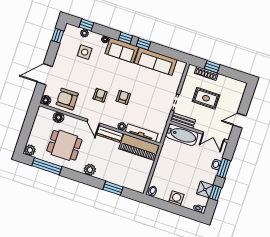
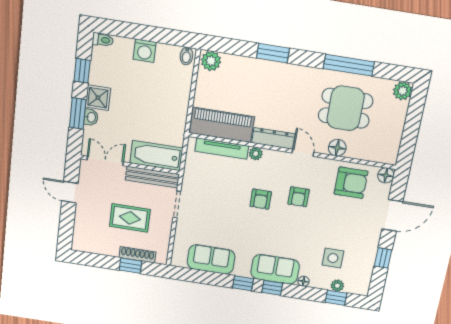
window: (58, 36) -> (383, 258), moved
sofa: (156, 61) -> (211, 259), width x0.73
floor lamp: (59, 117) -> (337, 148), moved
bench: (183, 121) -> (152, 177), width x1.36
door: (240, 121) -> (70, 192), swing flipped
window: (47, 166) -> (349, 65), moved
plant: (90, 170) -> (211, 61), moved
window: (113, 188) -> (273, 53), moved
shower: (205, 190) -> (98, 98), moved

